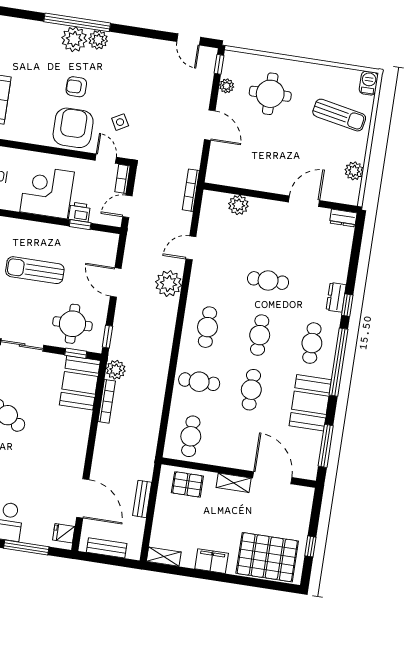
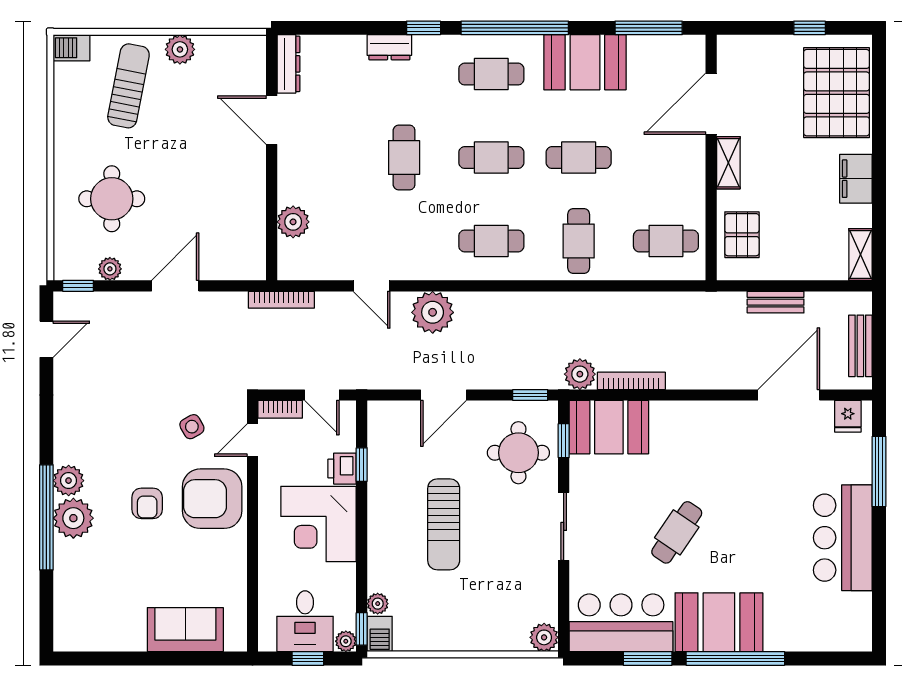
plant: (354, 171) -> (180, 49), moved
dresser: (343, 218) -> (288, 64), width x1.44
dresser: (336, 297) -> (389, 47), moved

